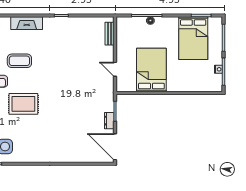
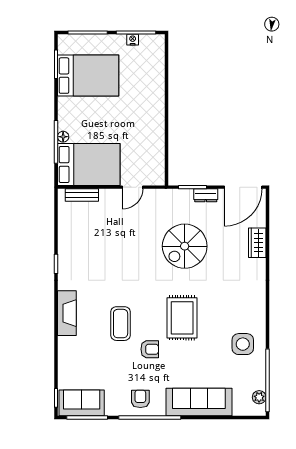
bed: (151, 70) -> (89, 164), moved, turned 180
spiral stairs: (74, 106) -> (185, 246), added
wardrobe: (76, 157) -> (257, 243), added

